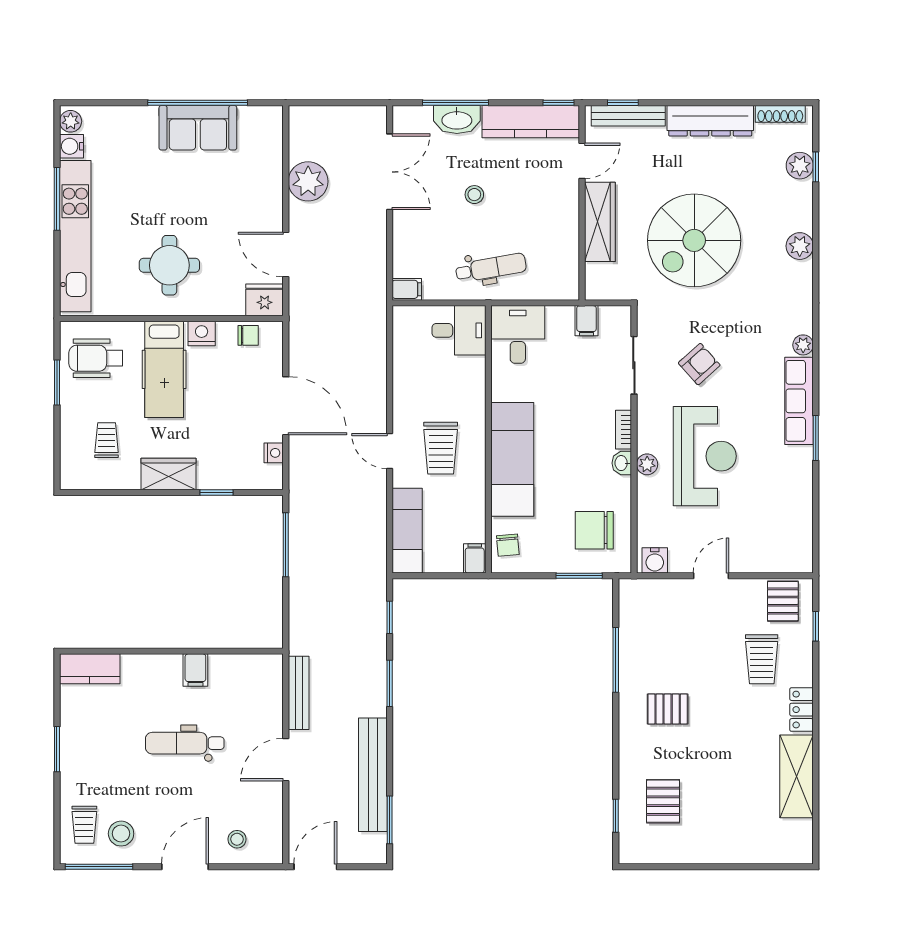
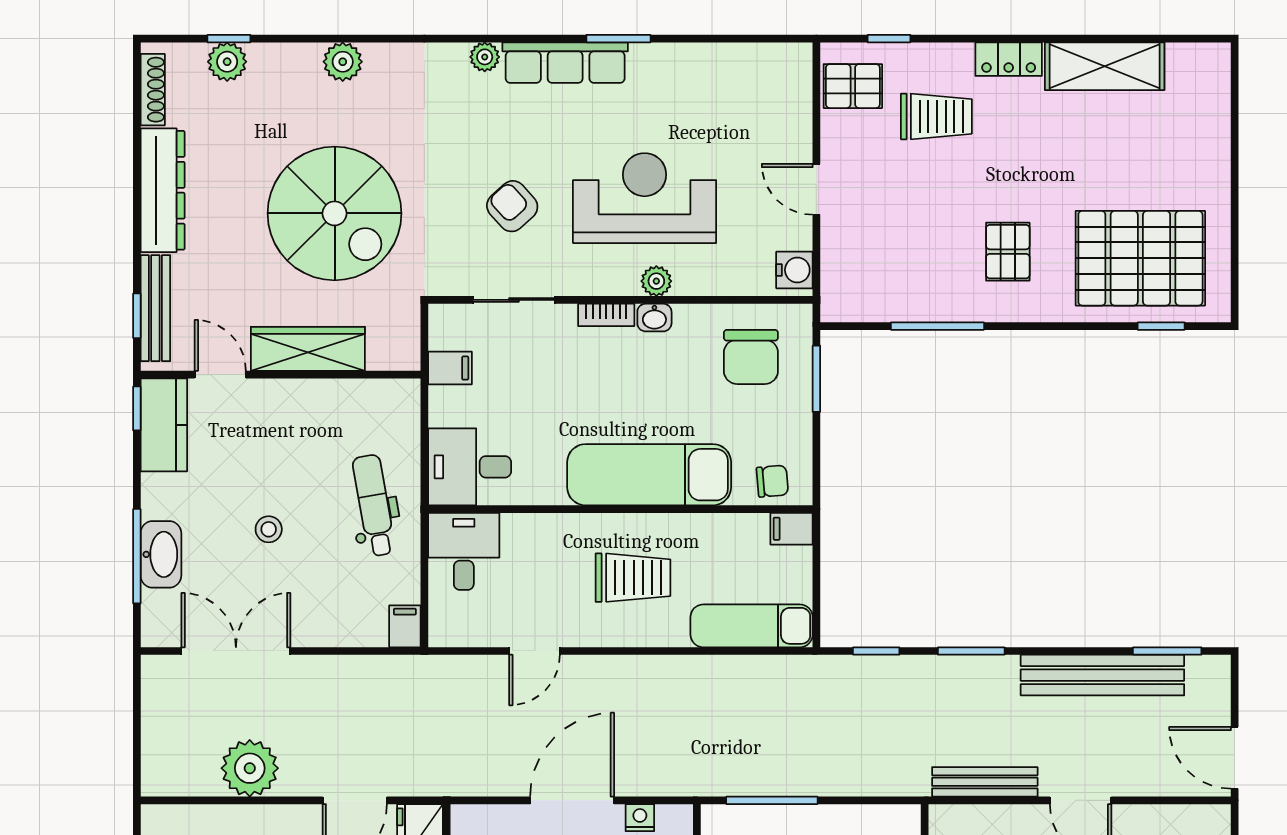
kitchen counter: (531, 122) -> (164, 425), width x0.67
door: (390, 451) -> (535, 651), moved
pallet: (663, 801) -> (1140, 258), width x2.05, depth x2.00

